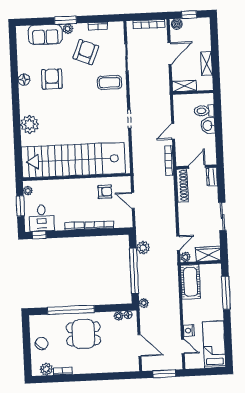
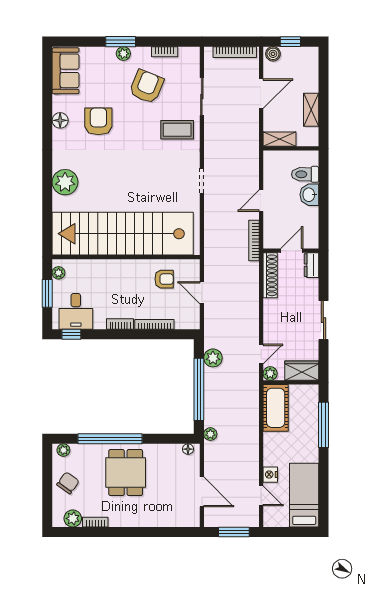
sofa: (45, 34) -> (66, 71), moved, turned -90
plant: (119, 316) -> (63, 450), moved
dining table: (83, 334) -> (126, 473), turned 90

